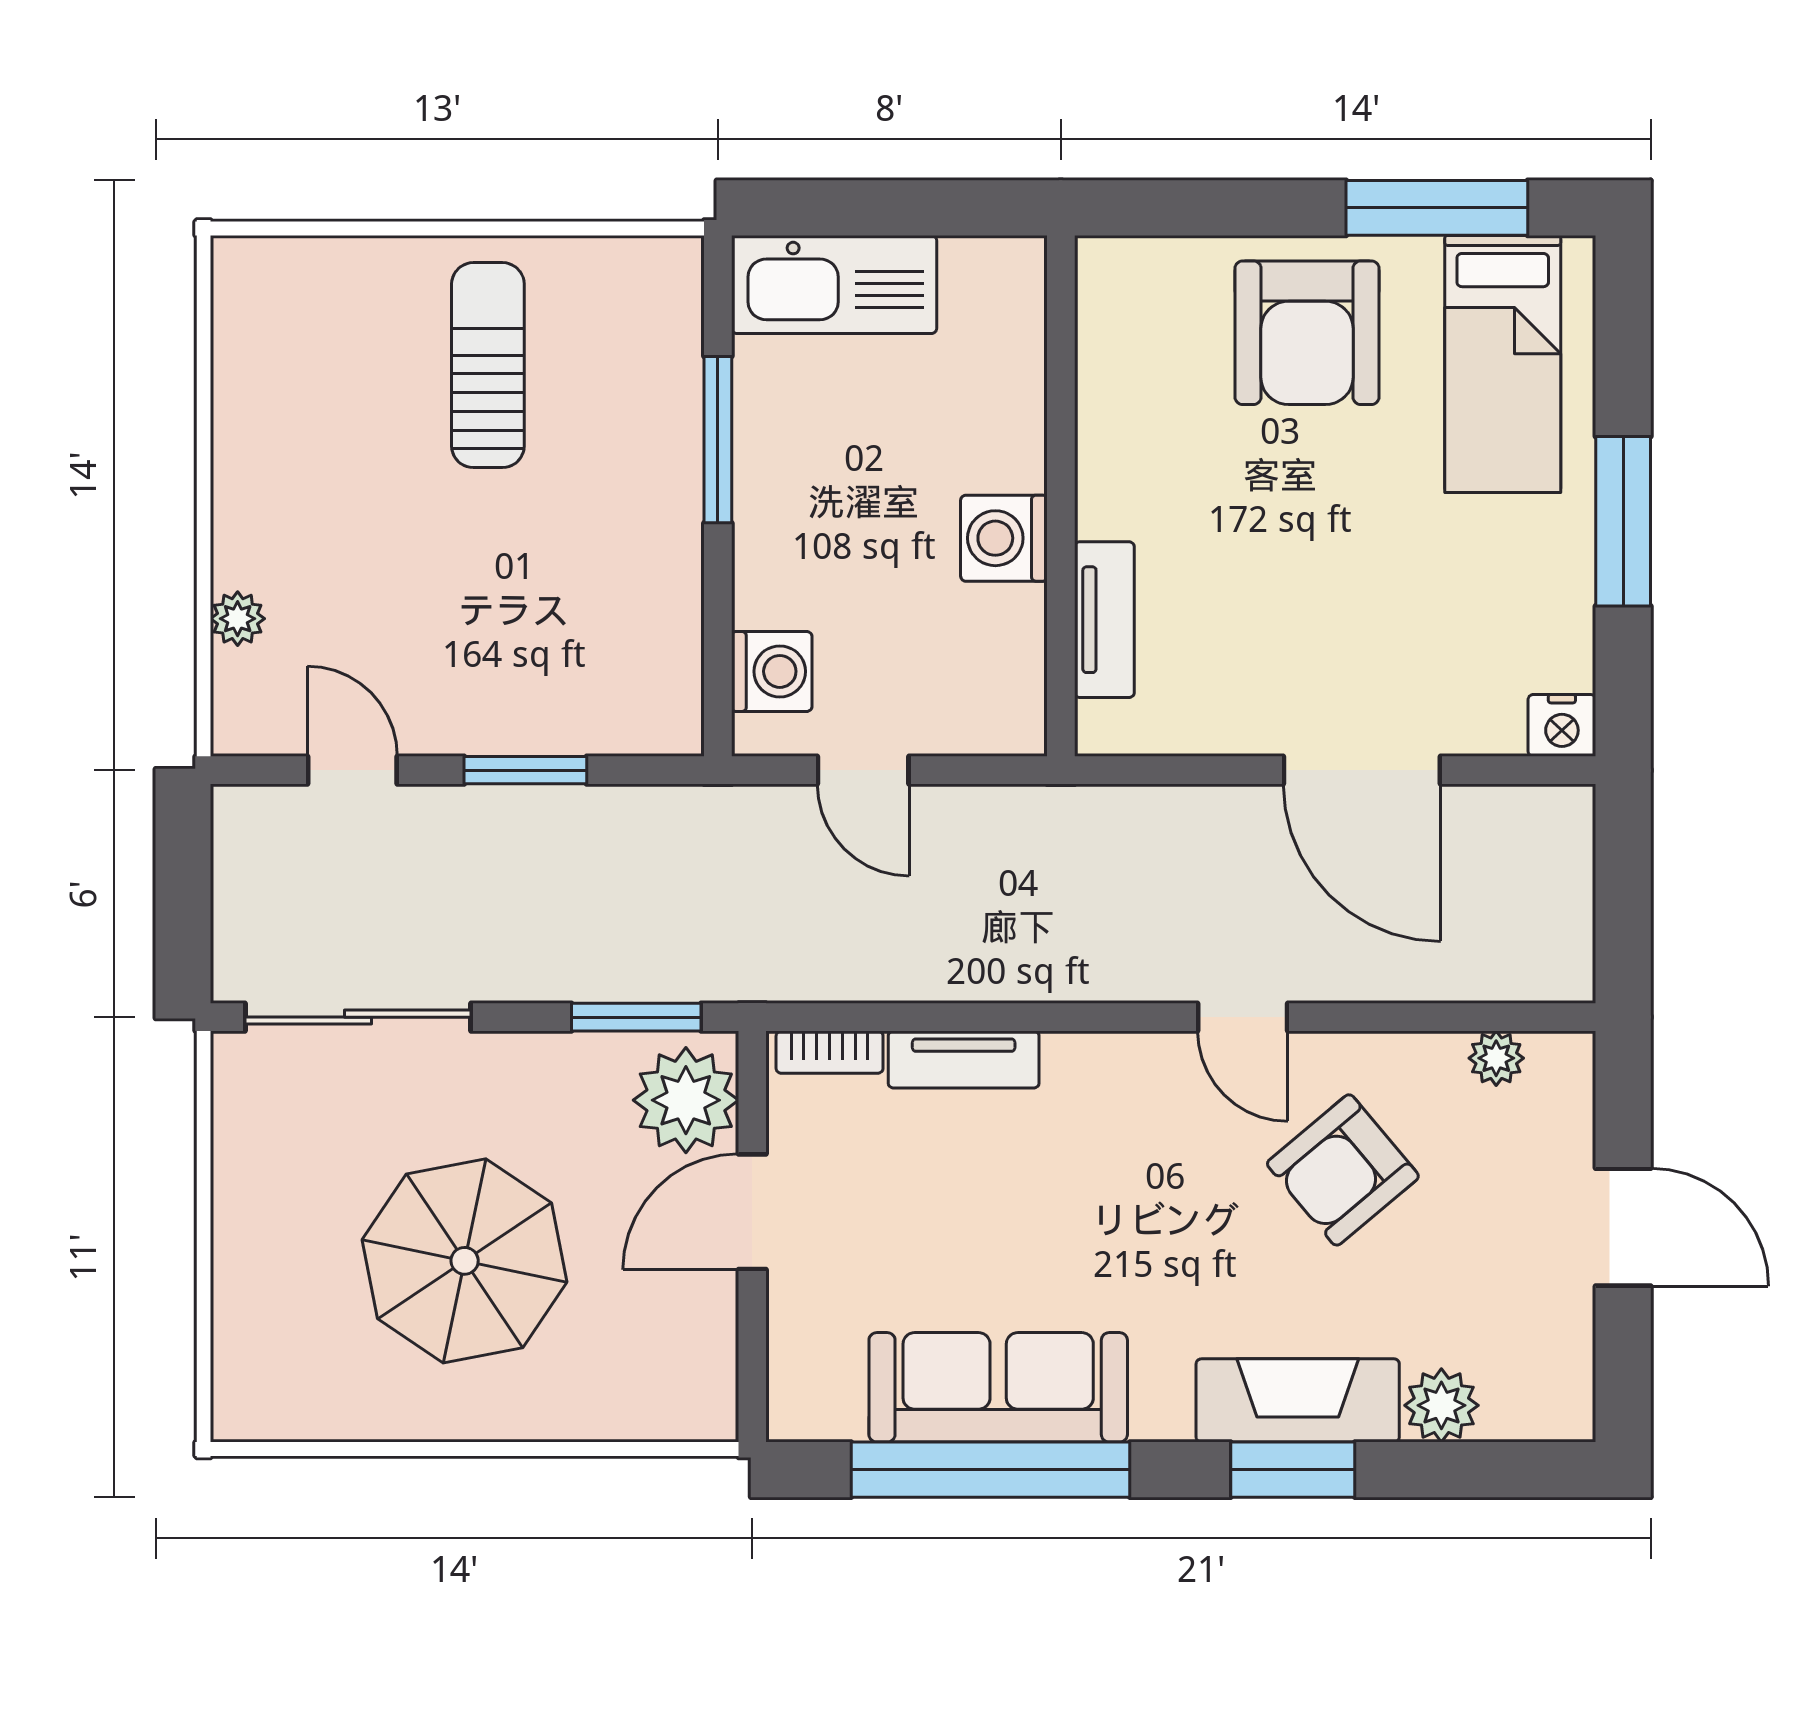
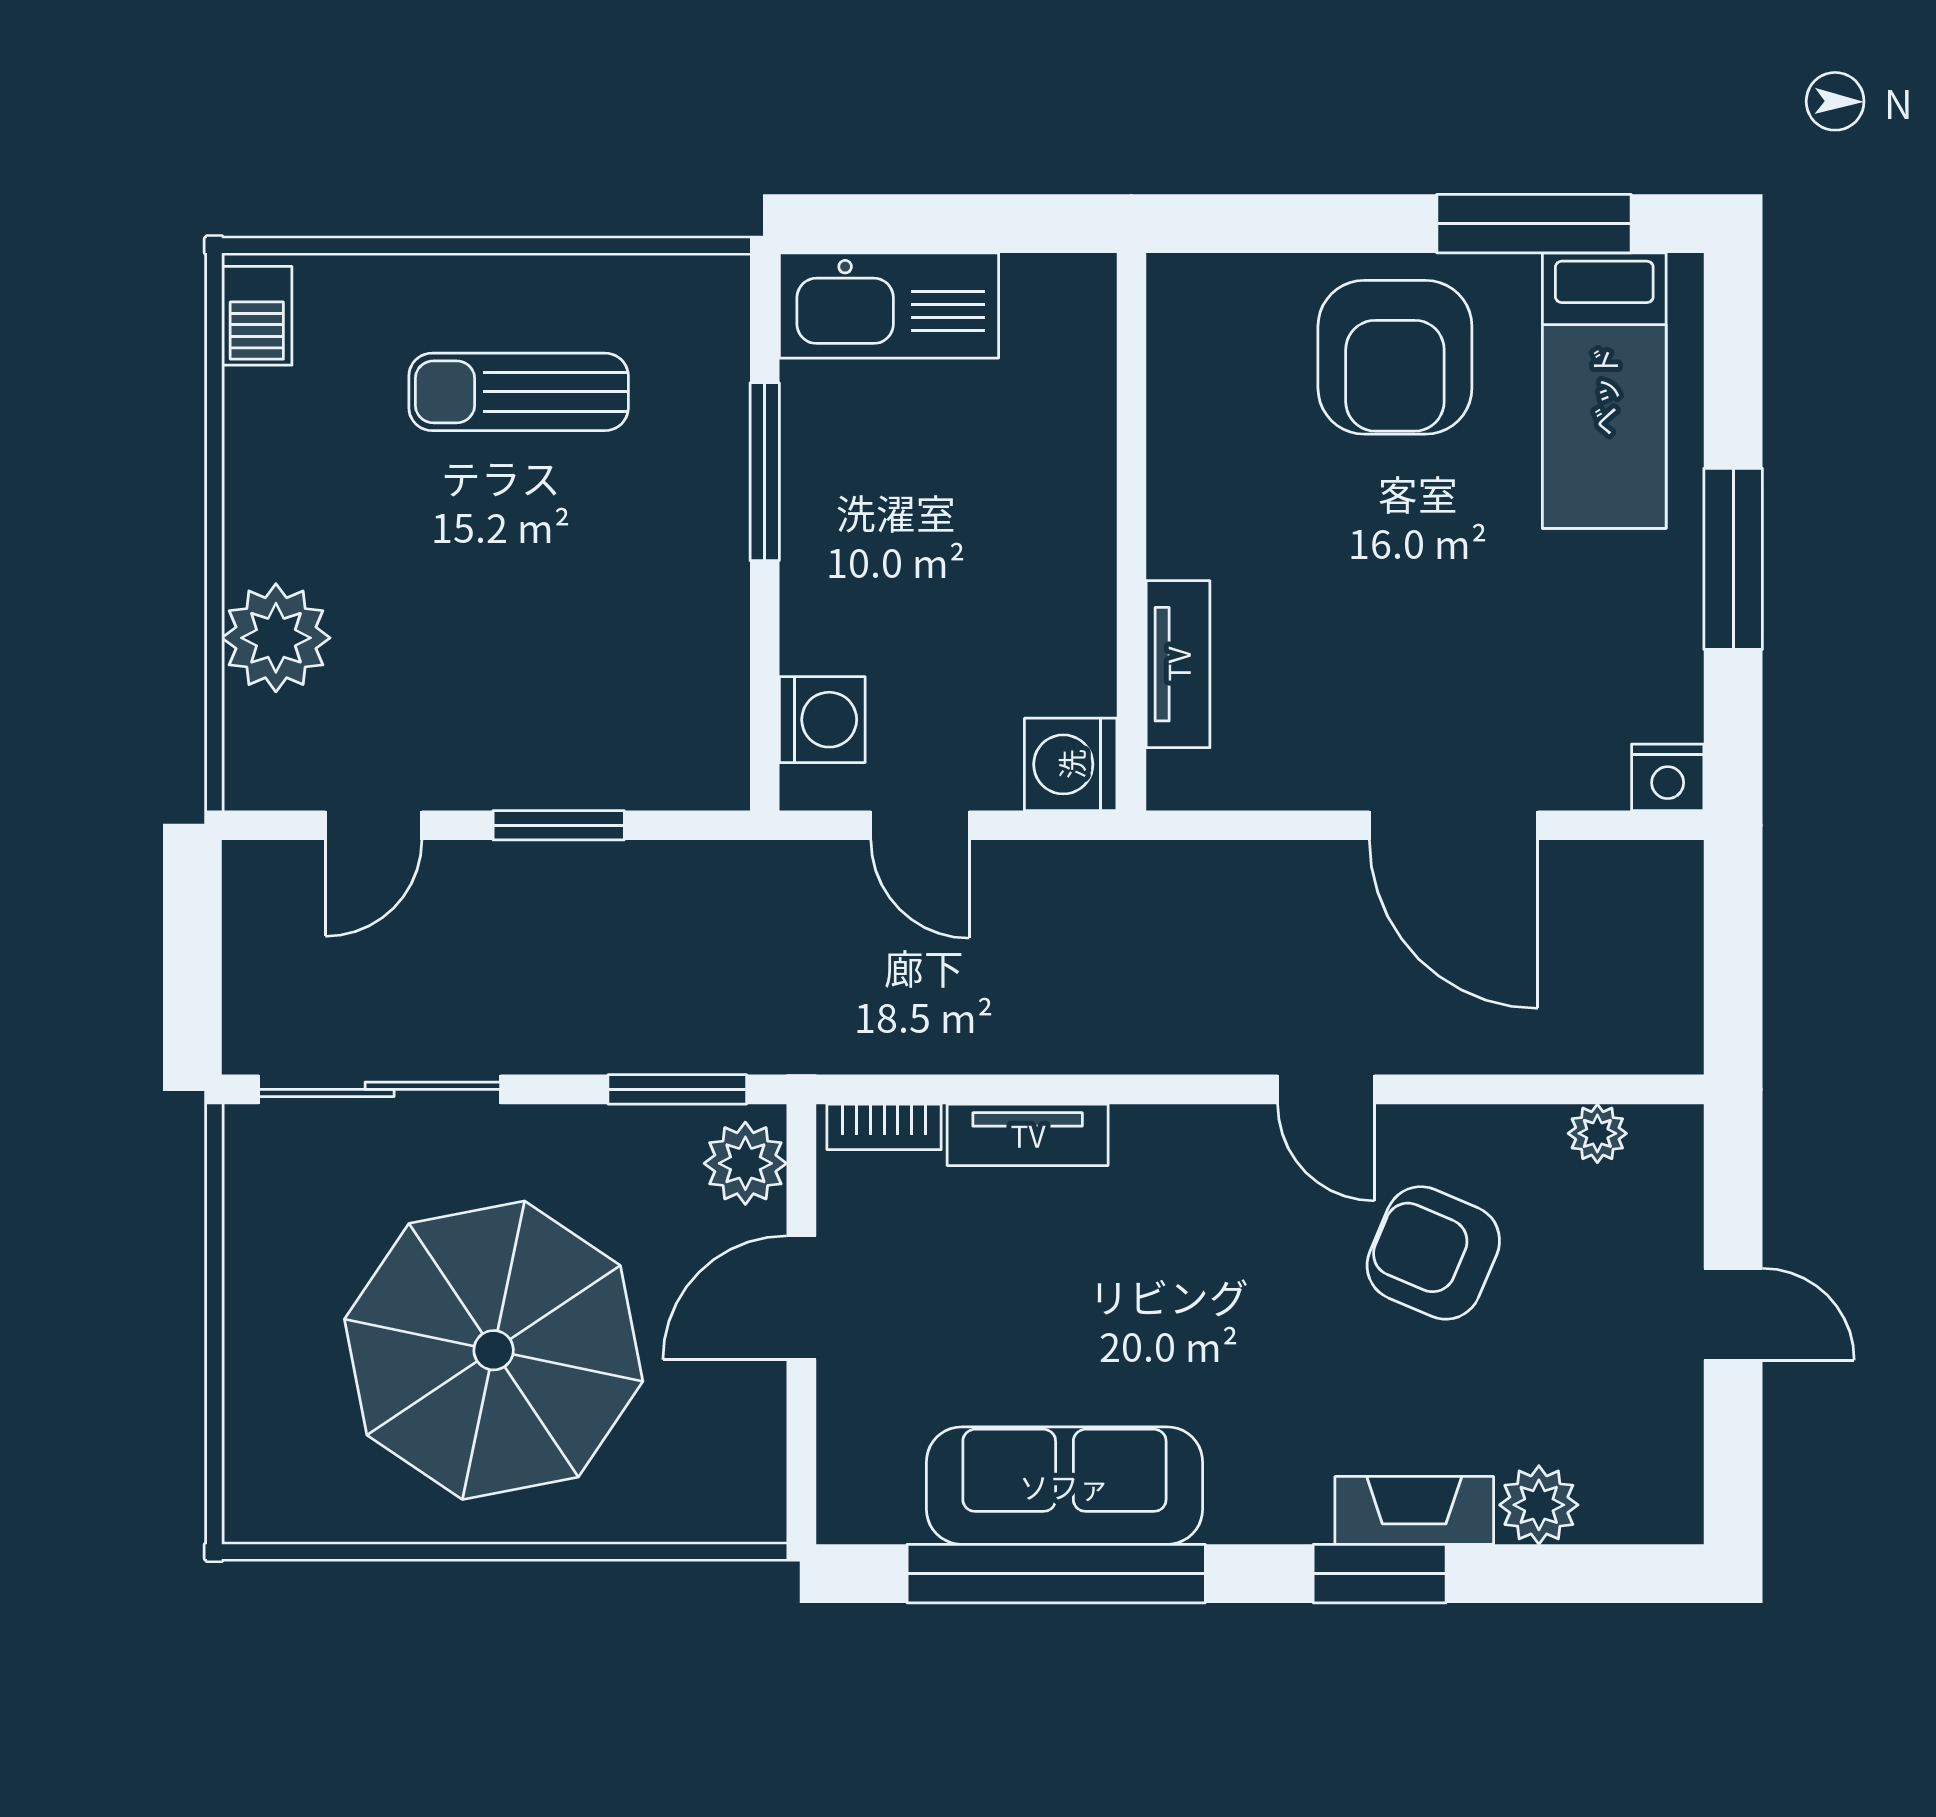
barbecue: (243, 294) -> (257, 316), added
sun lounger: (488, 365) -> (519, 392), turned -90
washing machine: (1004, 538) -> (1071, 764), moved
plant: (238, 619) -> (276, 638), width x1.88, depth x1.88
door: (352, 770) -> (374, 825), swing flipped
plant: (686, 1100) -> (745, 1163), width x0.73, depth x0.73
armchair: (1343, 1170) -> (1433, 1253), turned 63
door: (1623, 1227) -> (1733, 1314), width x0.73
parasol: (465, 1261) -> (494, 1350), width x1.36, depth x1.36
fireplace: (1298, 1400) -> (1414, 1510), width x0.73, depth x0.76

